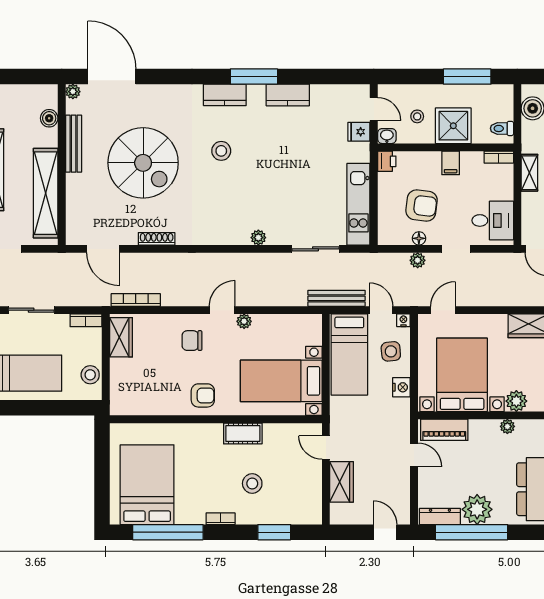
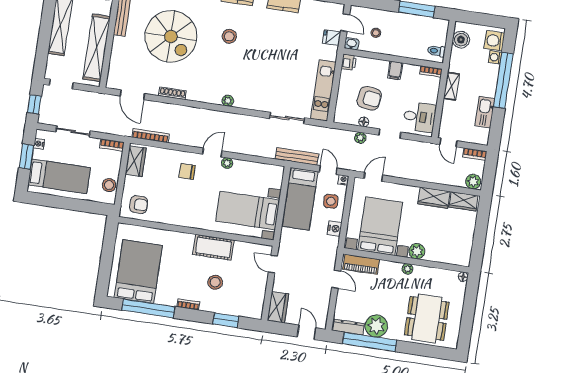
shower: (453, 126) -> (401, 44), removed
plant: (258, 238) -> (228, 101), moved
armchair: (203, 395) -> (139, 205), moved
cot: (243, 434) -> (213, 247), width x1.37, depth x1.34
wardrobe: (342, 482) -> (278, 307), moved

